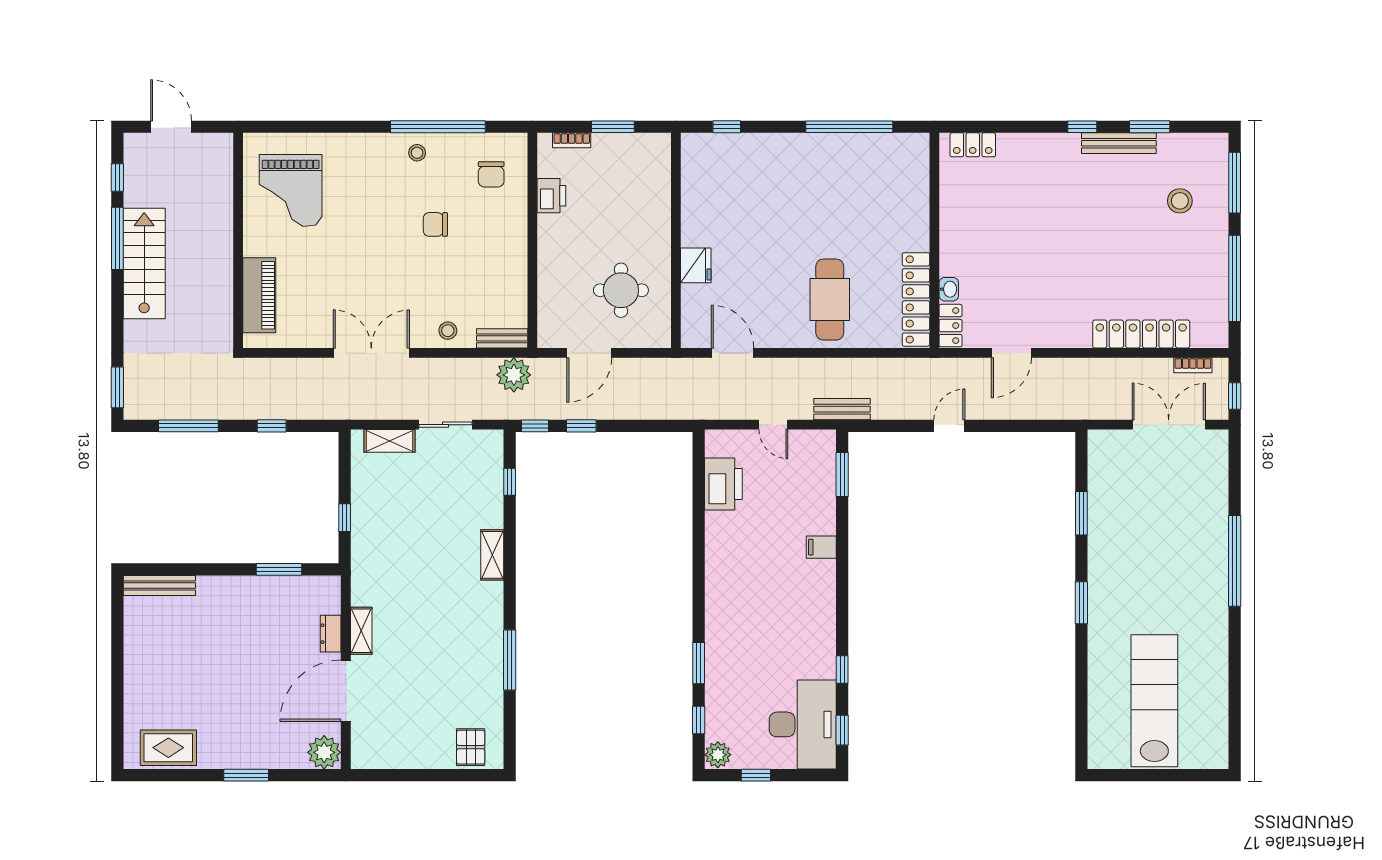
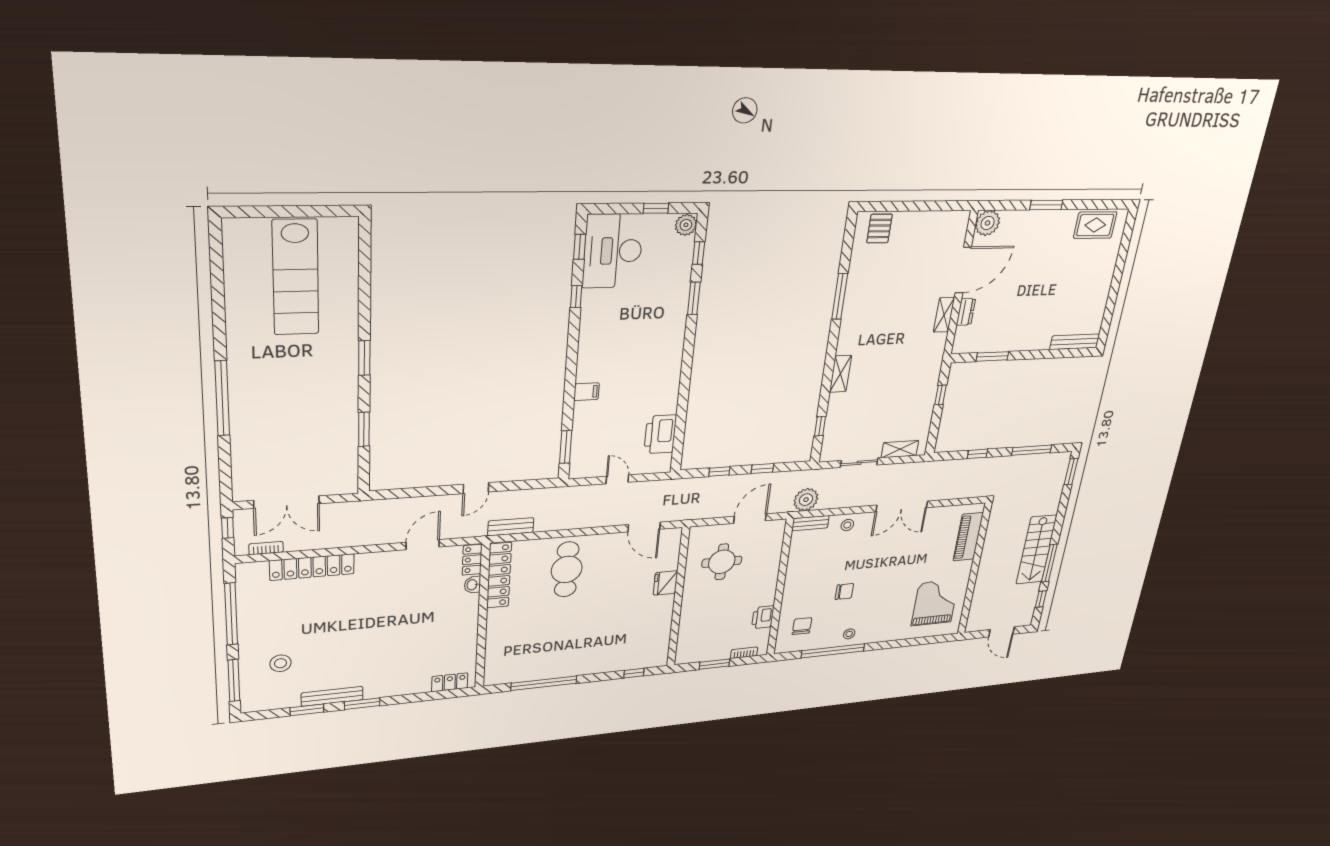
window: (1082, 127) -> (362, 704), width x1.50
bench: (842, 409) -> (511, 527), moved
window: (535, 426) -> (719, 472), moved

